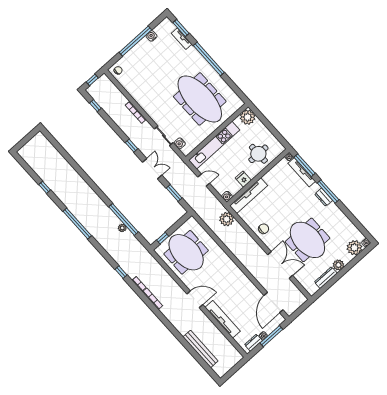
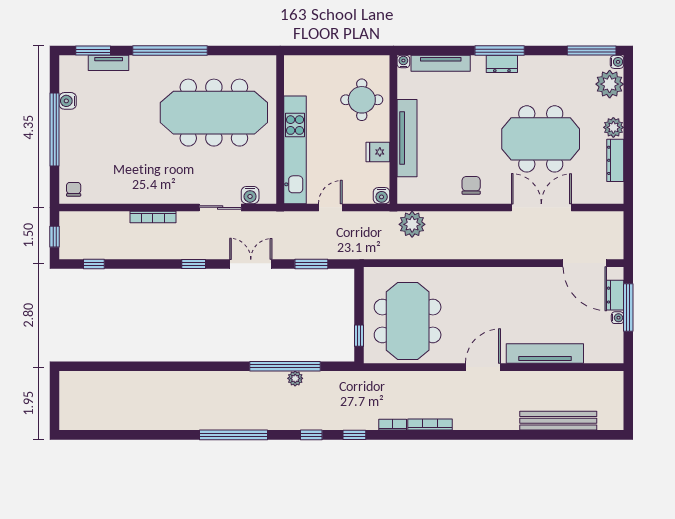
plant: (248, 117) -> (298, 69), removed
window: (304, 165) -> (592, 51), moved
window: (45, 187) -> (311, 435), moved
tv unit: (249, 196) -> (407, 138), moved
meeting table: (186, 252) -> (408, 321), turned 90
dresser: (253, 343) -> (615, 295), moved

